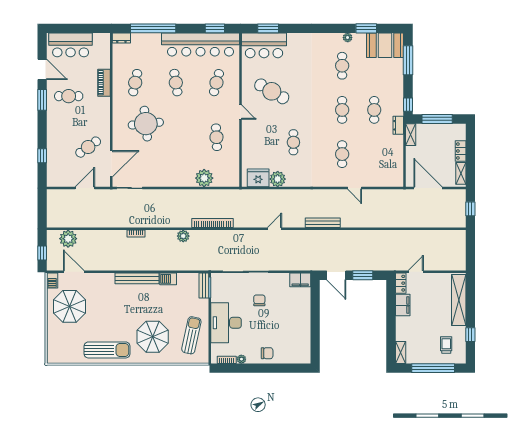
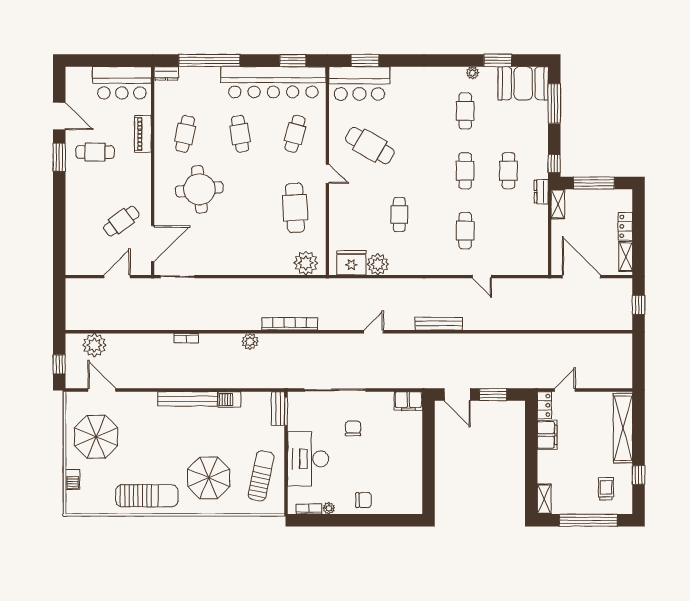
bar counter: (71, 45) -> (122, 83), moved
cafe table: (216, 137) -> (295, 208), width x1.37, depth x1.35
window: (42, 156) -> (59, 233), removed
plant: (204, 178) -> (306, 263), moved
barbecue: (52, 281) -> (73, 479), moved

